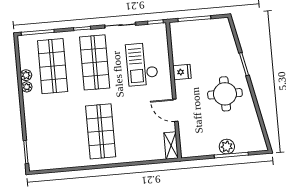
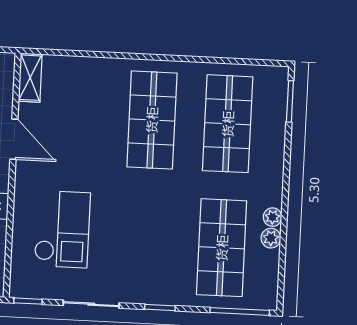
shop shelf: (95, 62) -> (228, 124), moved

